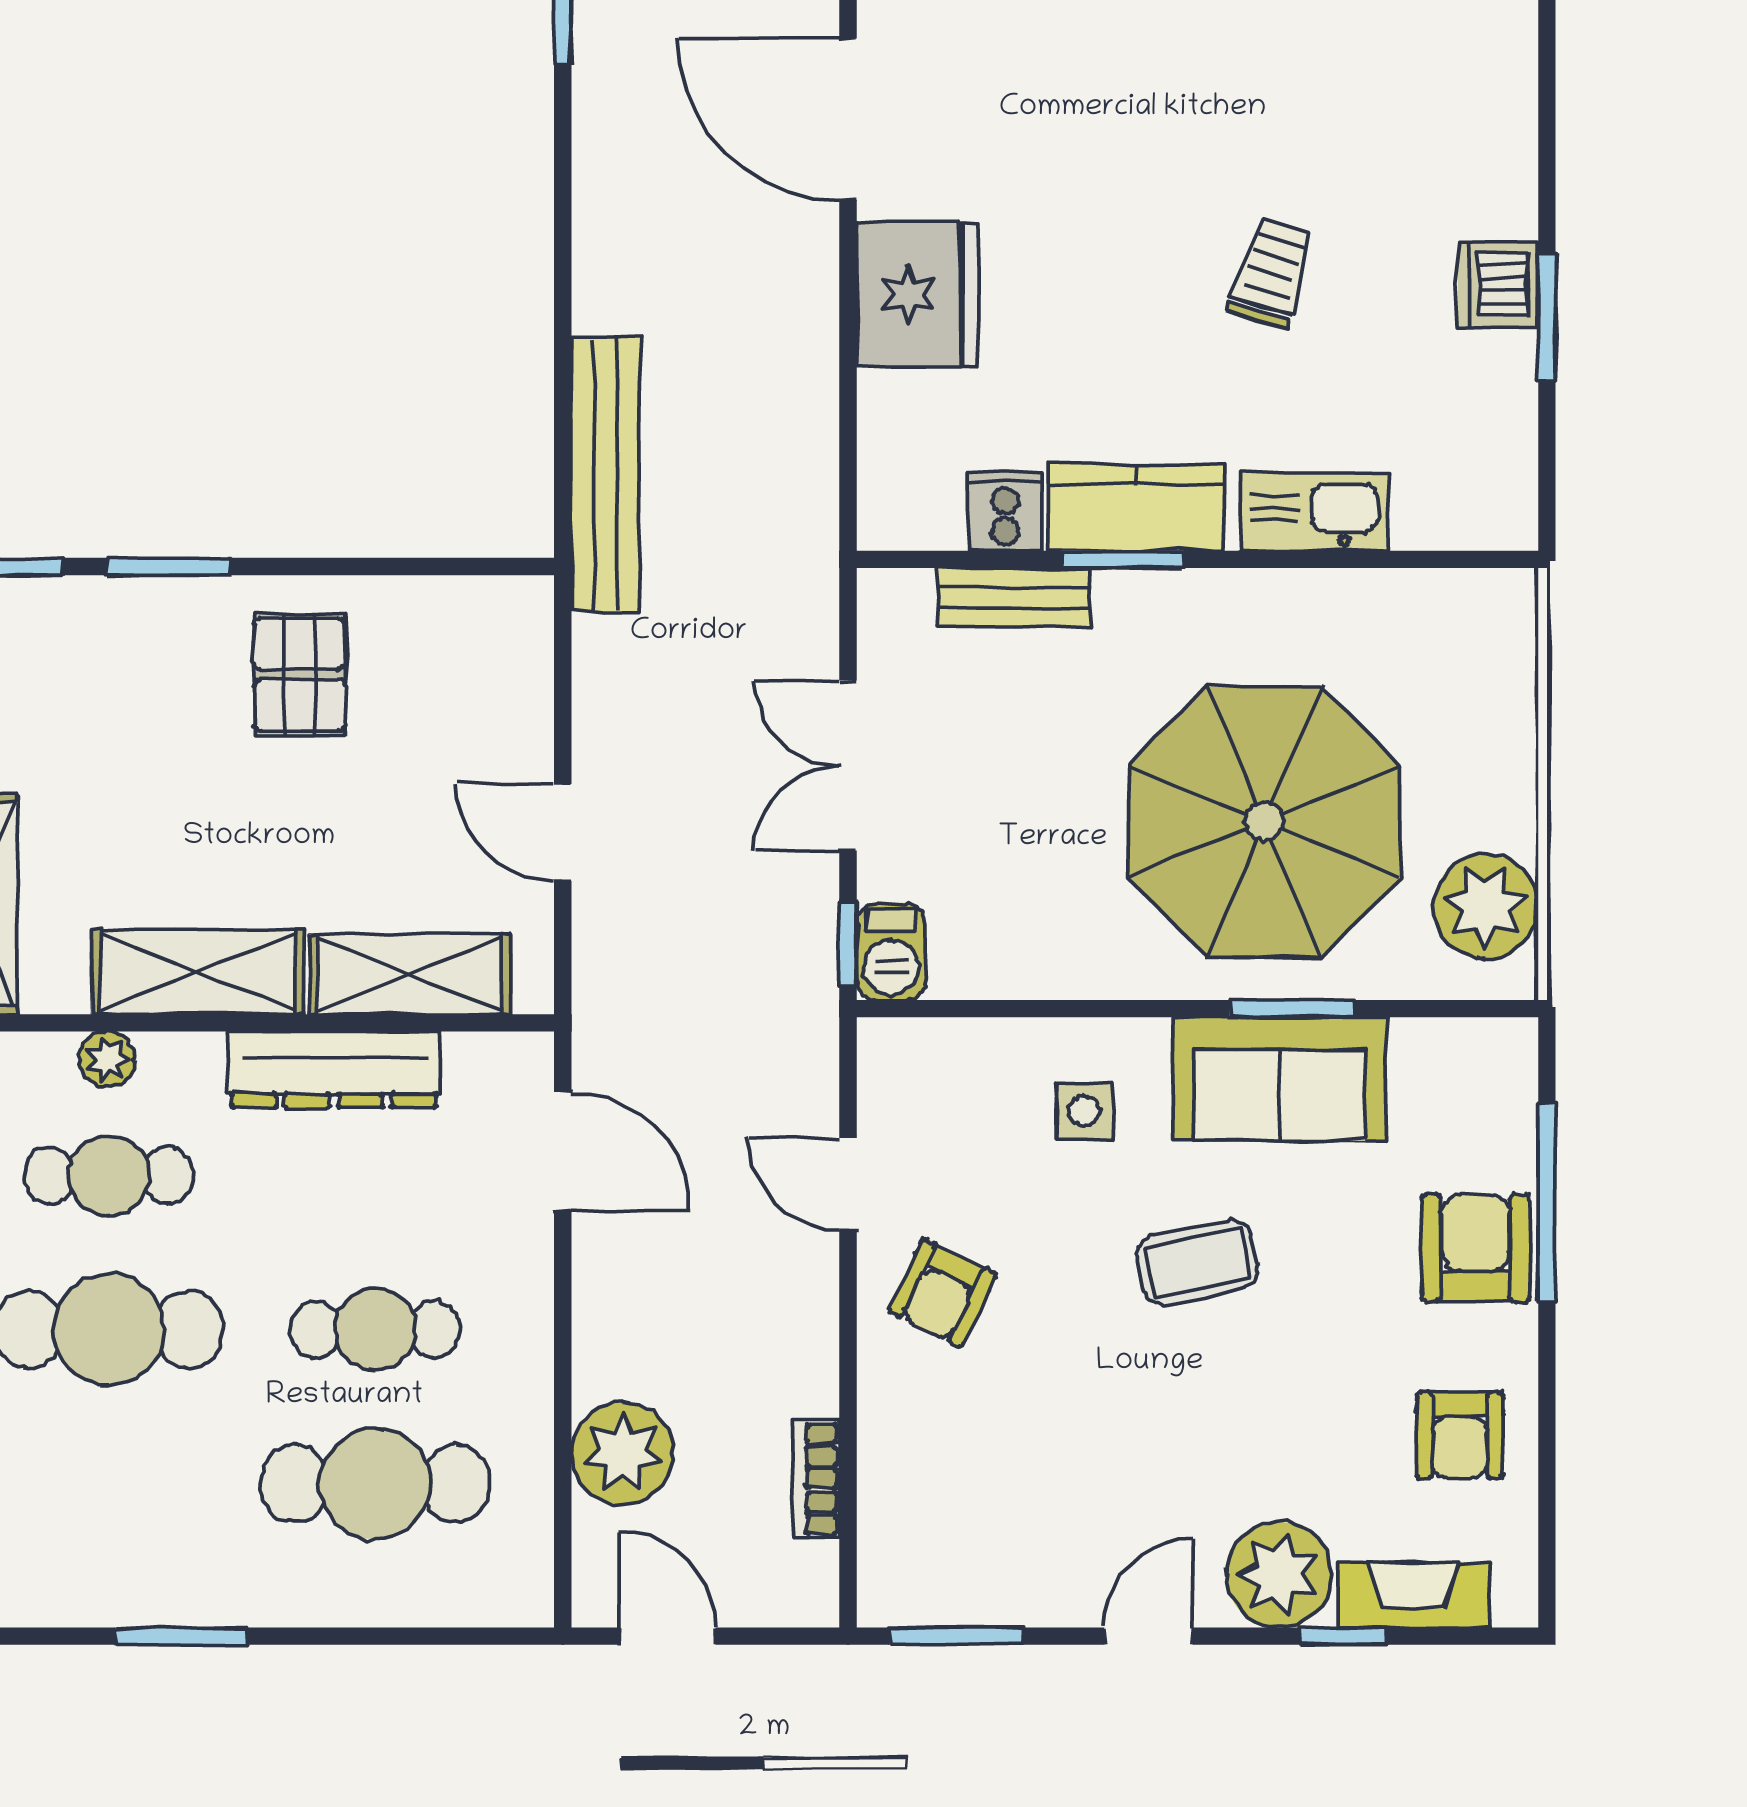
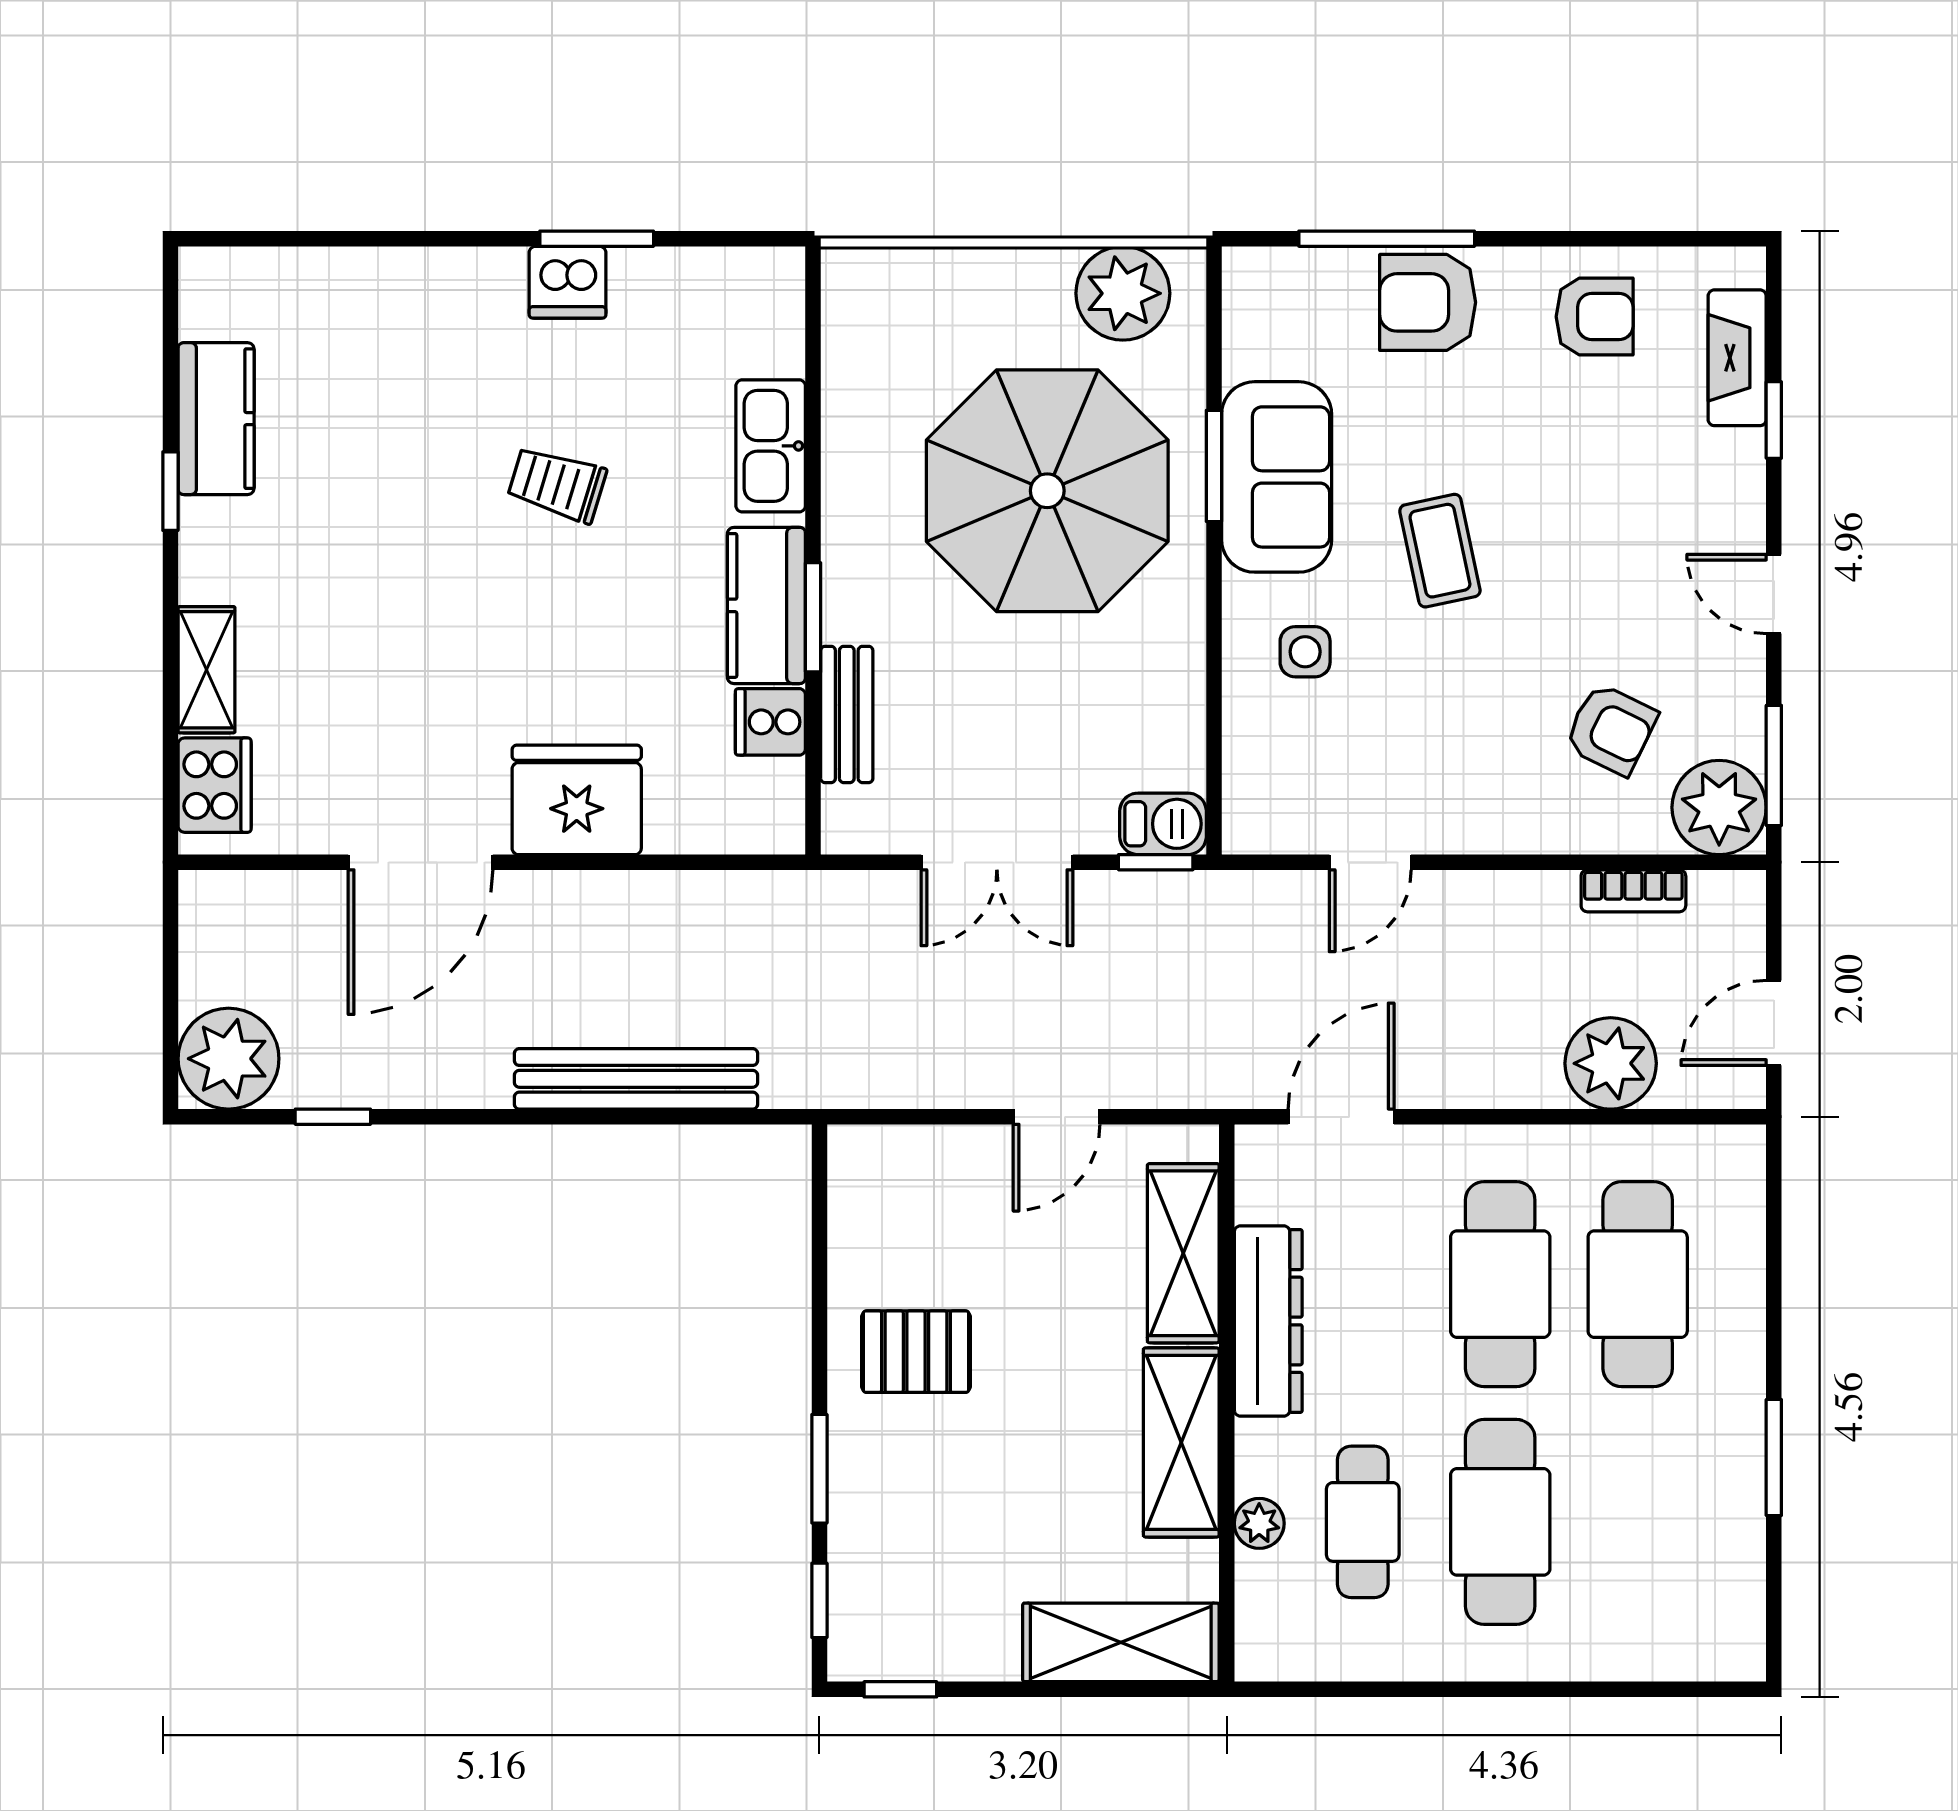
bench: (605, 474) -> (636, 1079), moved
armchair: (942, 1293) -> (1611, 729), moved
cafe table: (375, 1330) -> (1500, 1284), width x1.37, depth x1.35
plant: (1279, 1575) -> (1719, 807), moved

